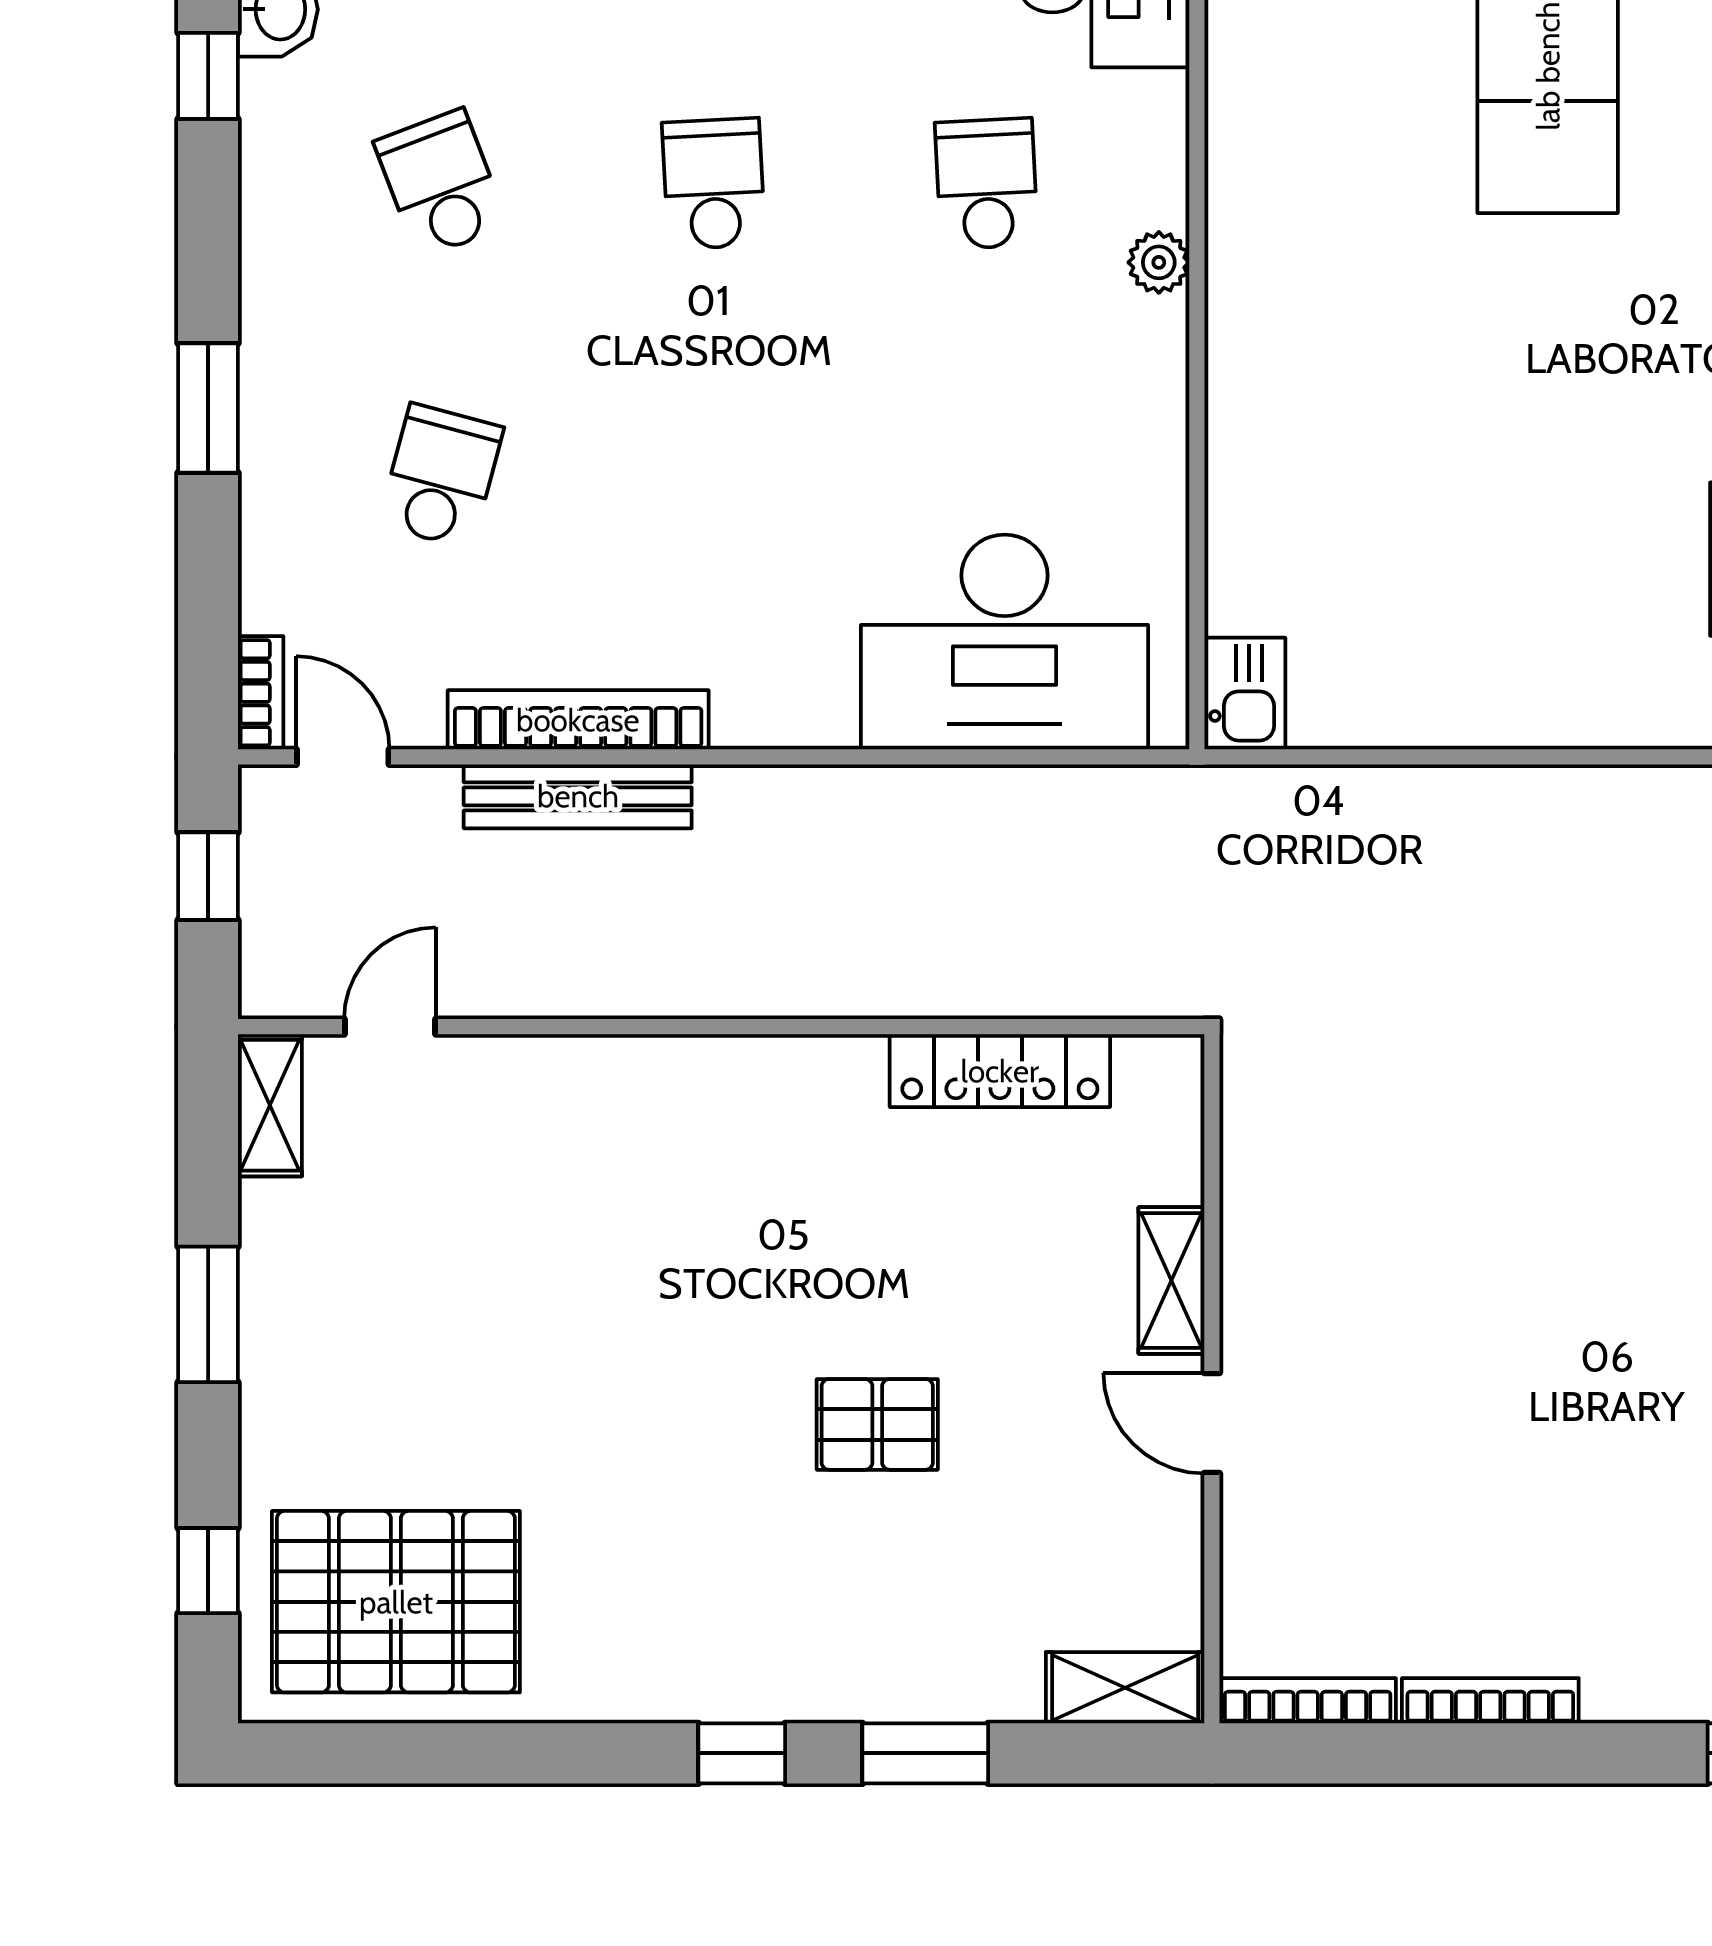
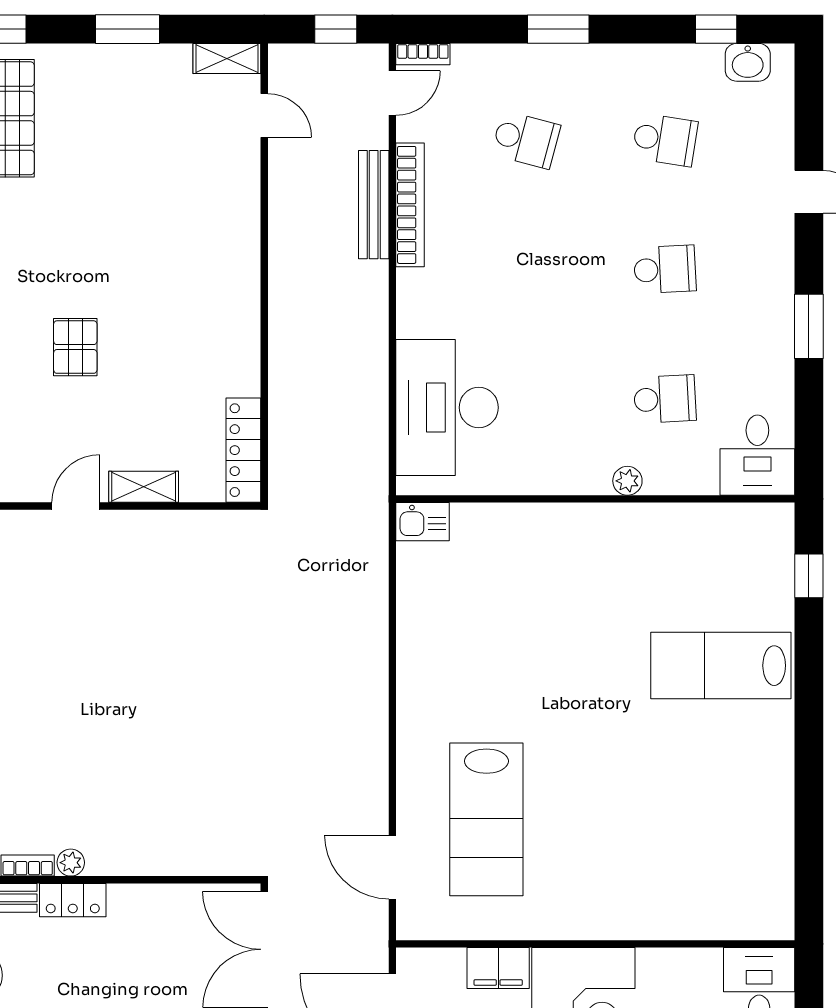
school desk: (441, 184) -> (665, 140), turned 30
locker: (1000, 1071) -> (243, 450), moved

